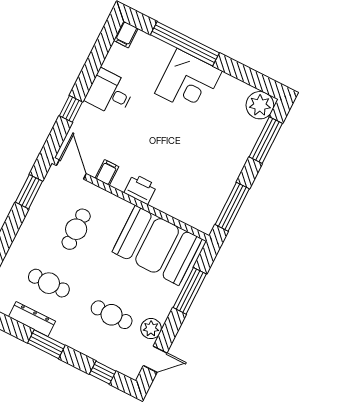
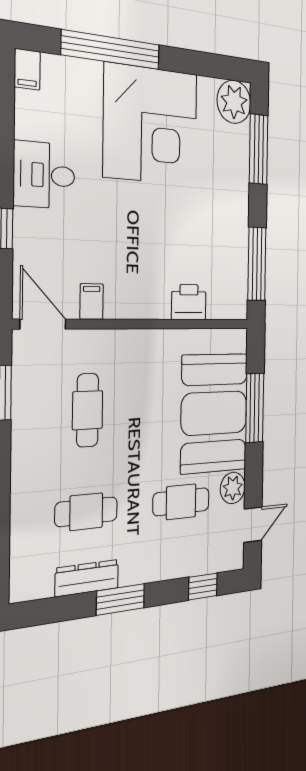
corner desk: (188, 82) -> (151, 125), width x1.36, depth x1.36
printer: (140, 189) -> (189, 302), moved
booth: (157, 245) -> (214, 413), moved, turned 90

